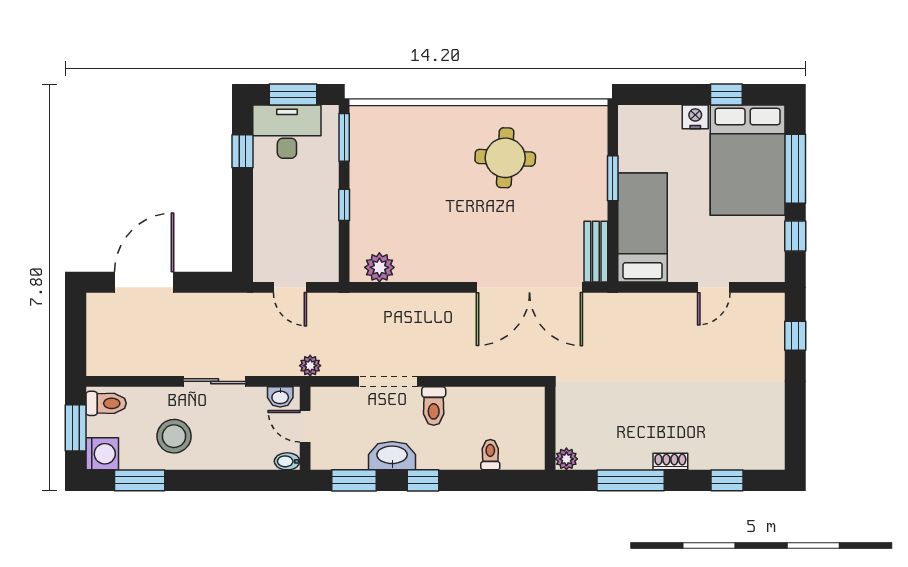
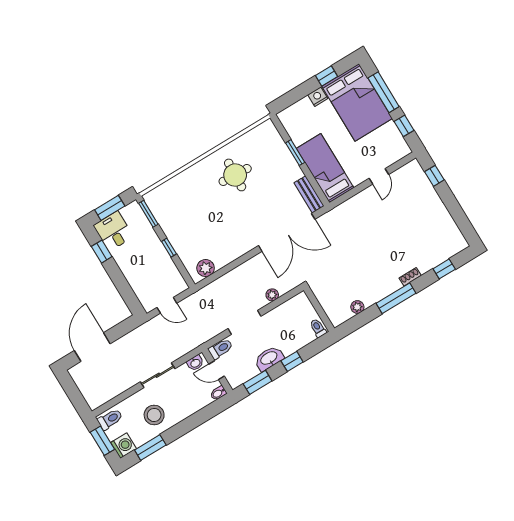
desk: (287, 132) -> (113, 231), width x0.73
plant: (310, 366) -> (272, 295), moved
toilet: (434, 406) -> (221, 349), moved, turned -90
wall: (550, 428) -> (319, 309), moved

